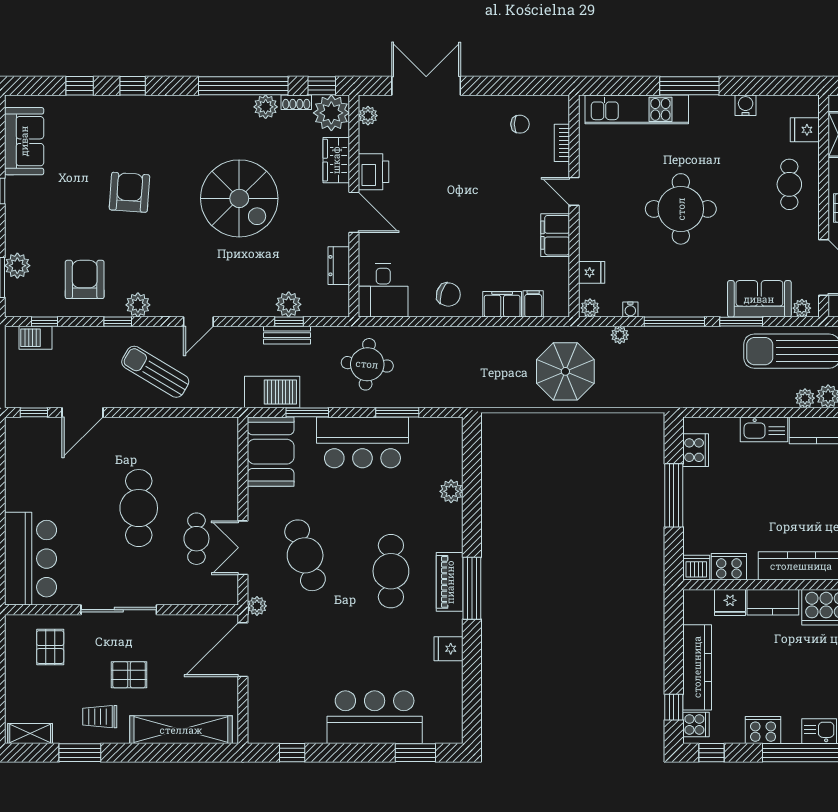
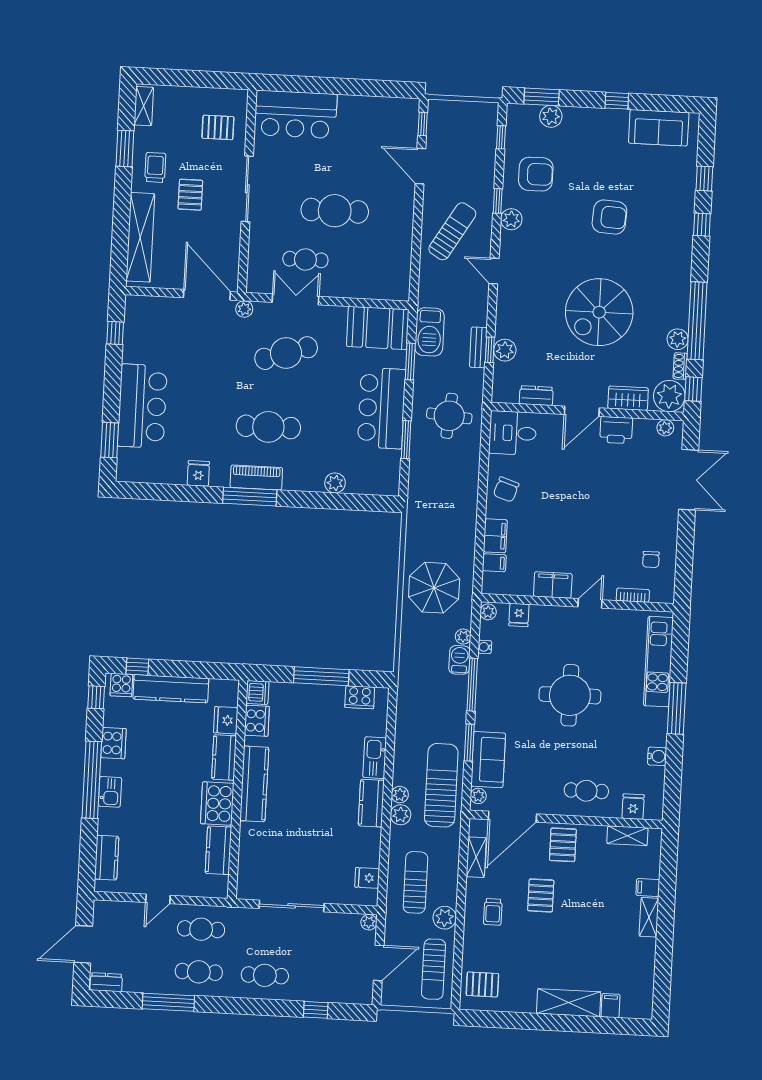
barbecue: (35, 338) -> (459, 660), moved

